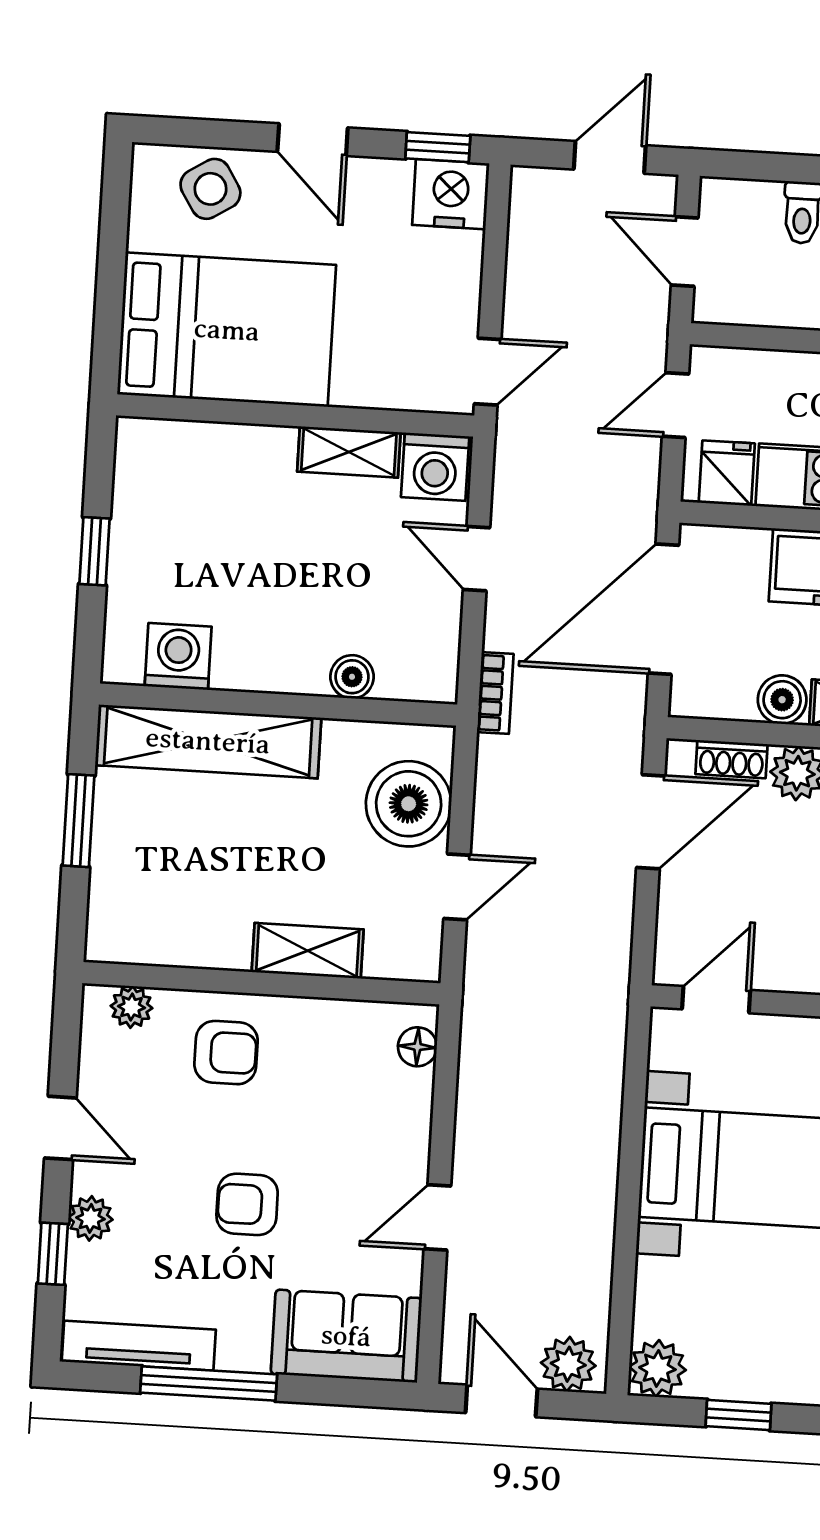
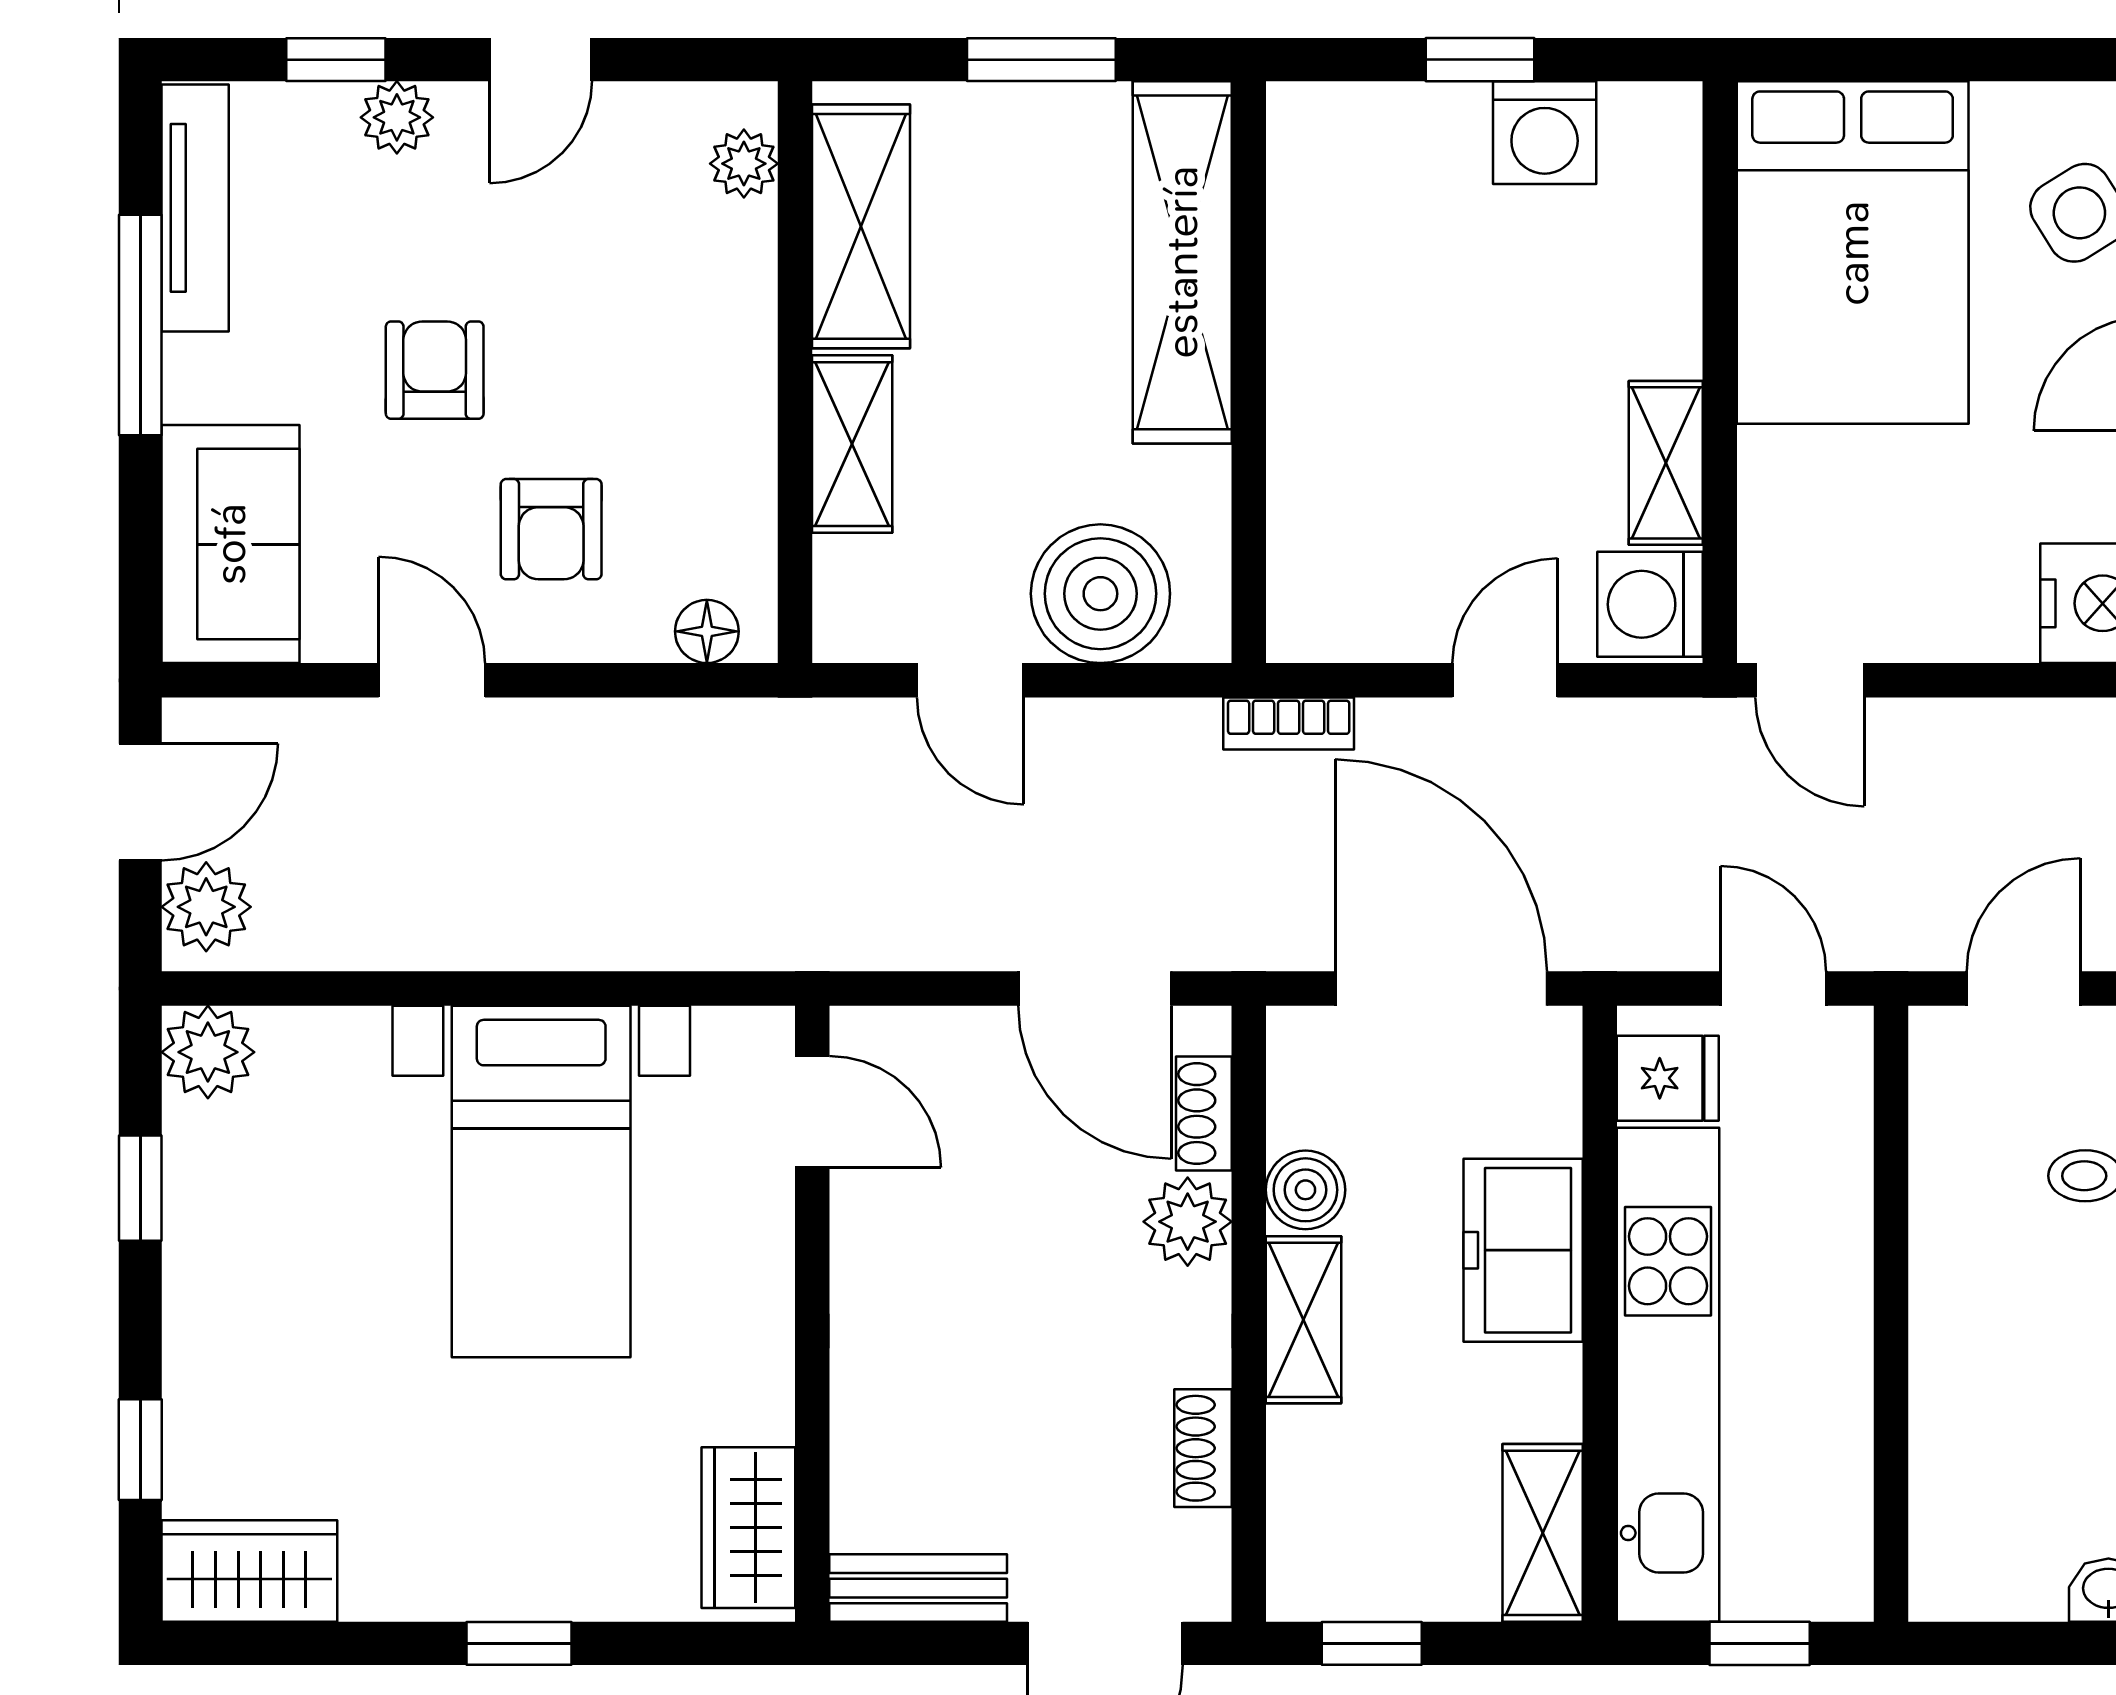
washing machine: (178, 656) -> (1545, 133), moved, turned 90
boiler: (352, 677) -> (1301, 490), removed
shelving: (174, 937) -> (861, 226), added
armchair: (226, 1053) -> (551, 529), moved

